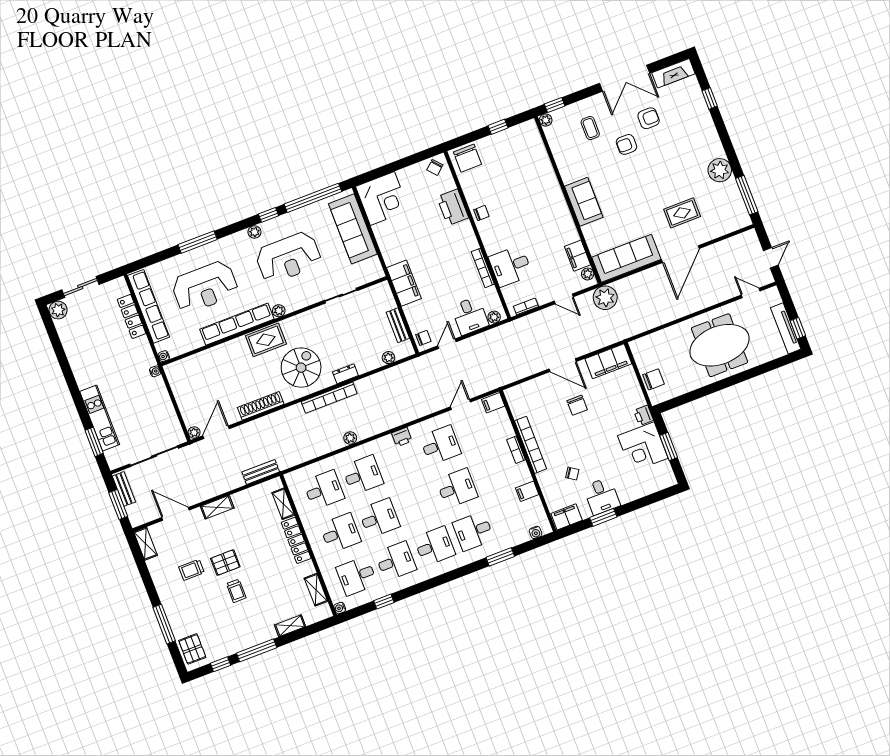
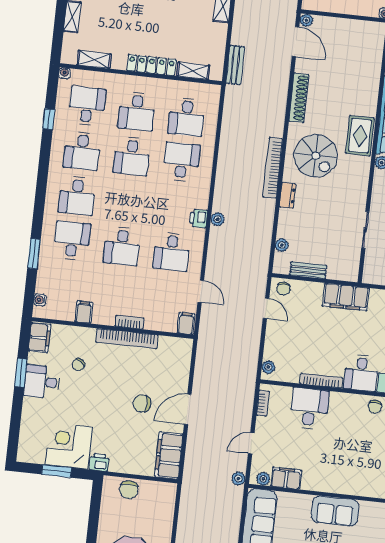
plant: (605, 298) -> (238, 479), width x0.53, depth x0.53
desk: (470, 316) -> (361, 373), moved, turned -90
plant: (350, 438) -> (218, 219), moved
desk: (363, 475) -> (181, 162), turned 180

